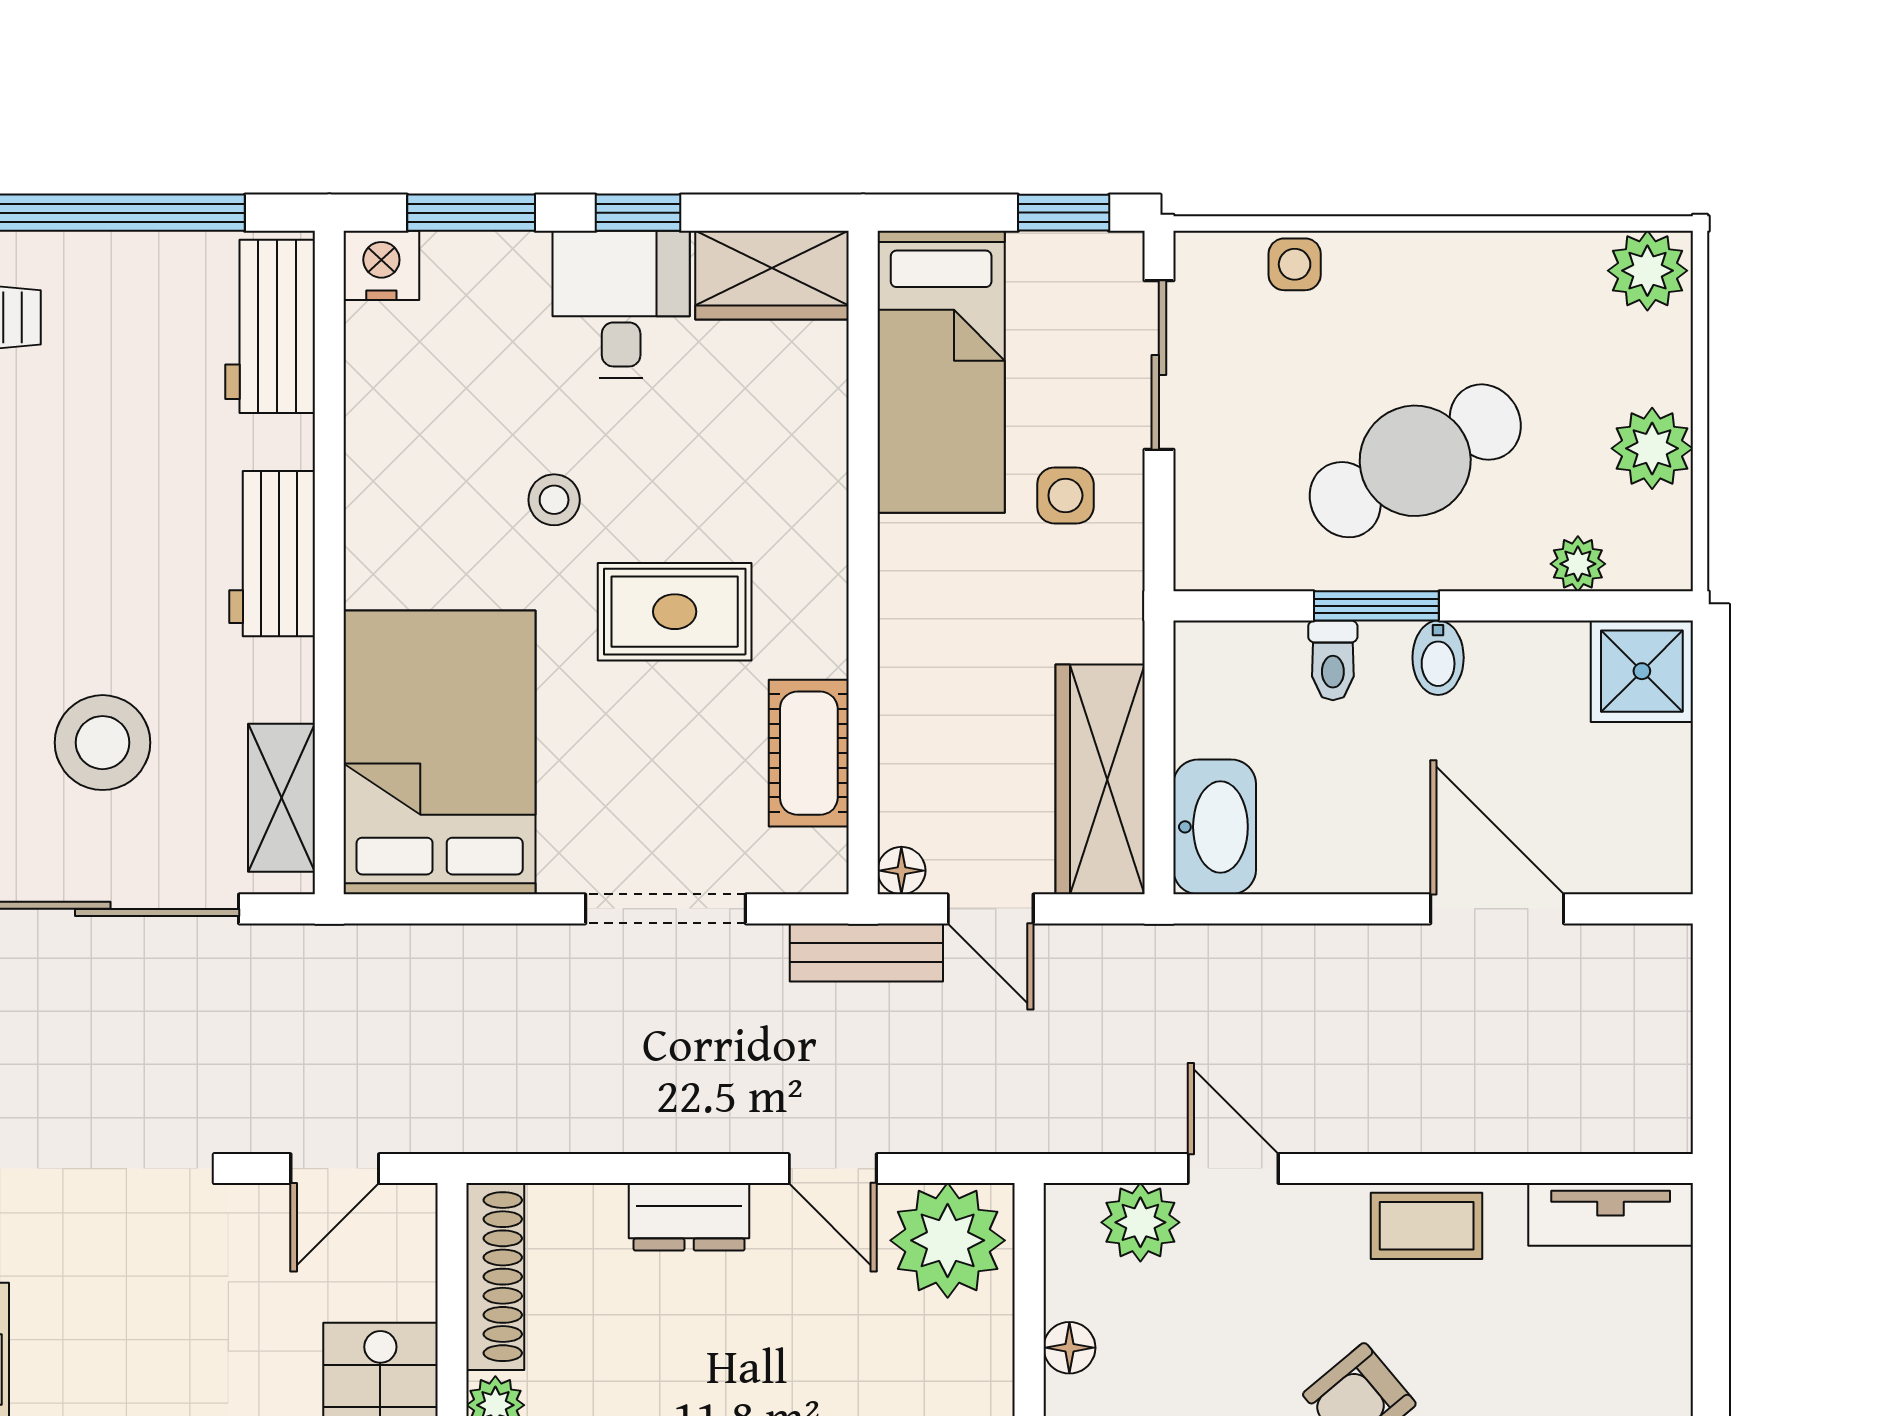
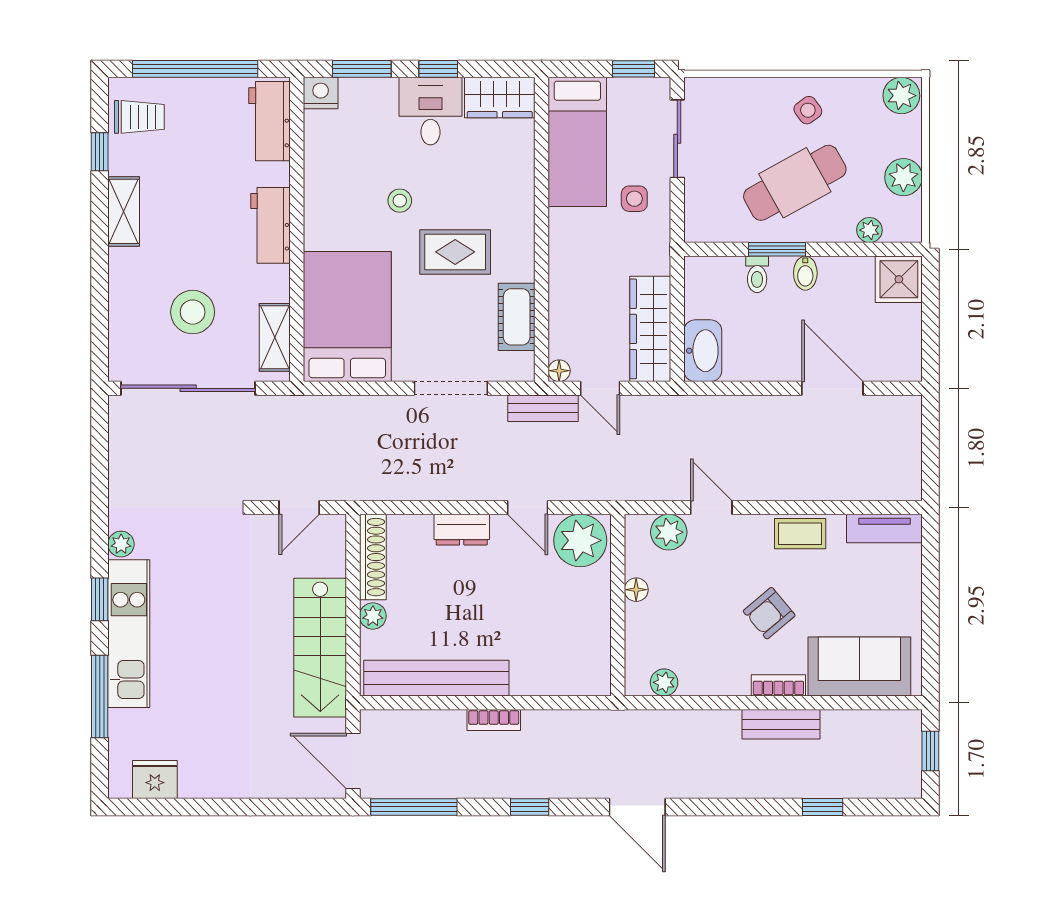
side table: (1295, 264) -> (808, 110), moved, turned -36

